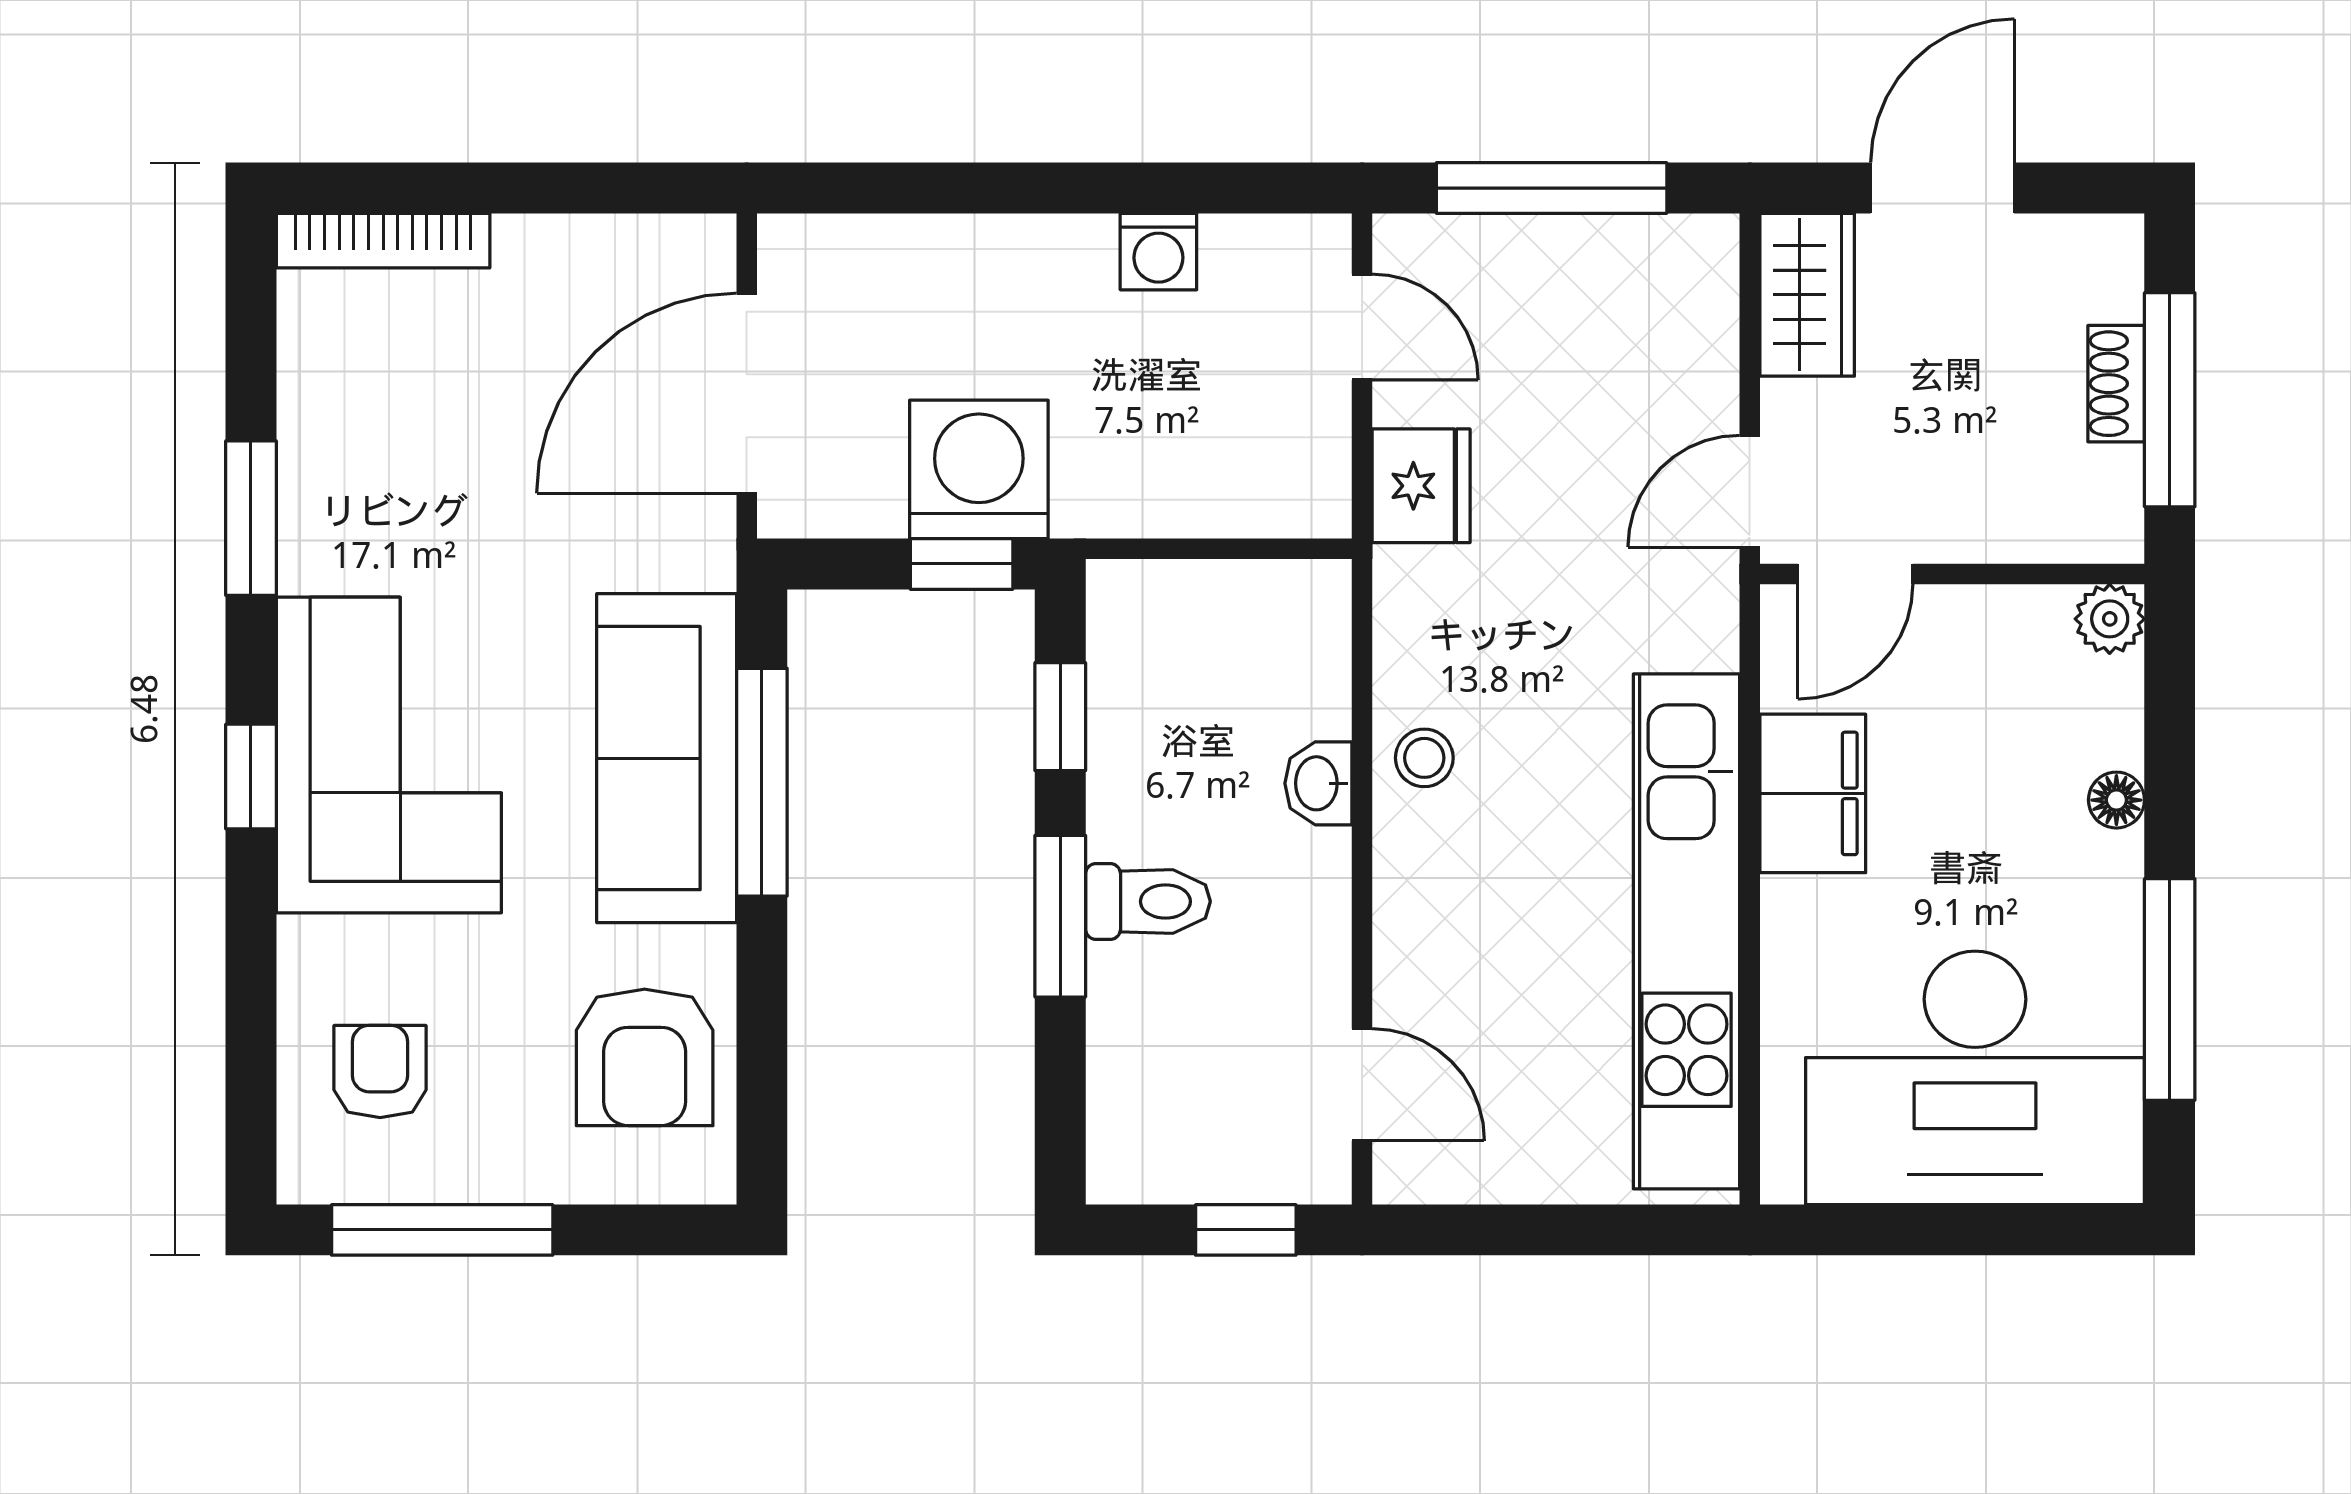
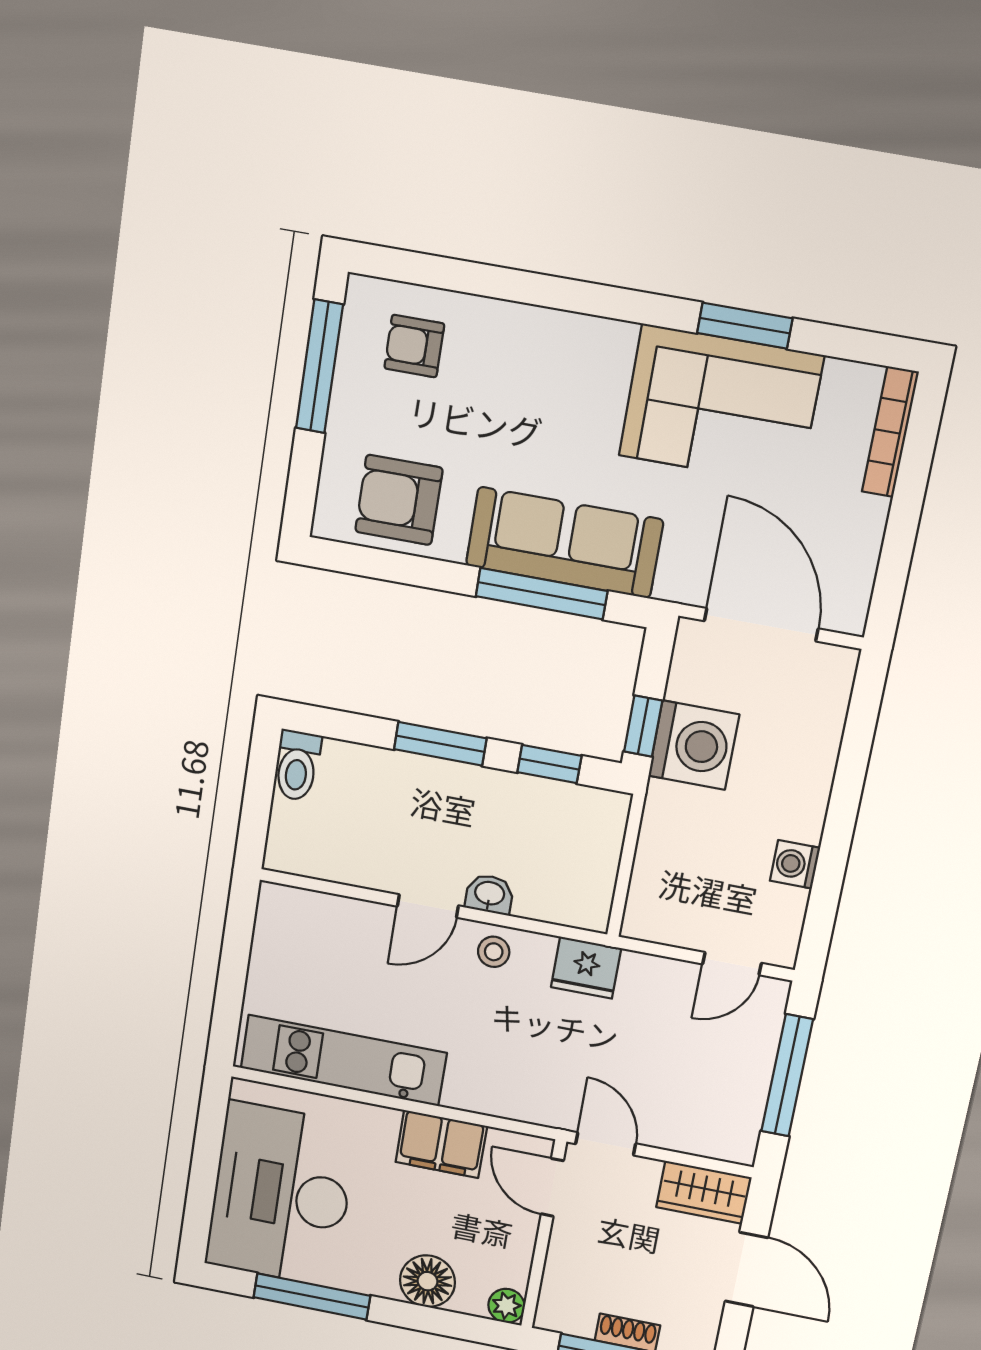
fridge: (1421, 486) -> (586, 968), moved
corner sofa: (389, 755) -> (721, 406), moved
window: (251, 777) -> (595, 299), removed
floor lamp: (2116, 800) -> (427, 1281), width x1.89, depth x1.89
toilet: (1148, 901) -> (297, 766), moved
kitchen unit: (1687, 931) -> (343, 1060), width x0.73
armchair: (380, 1072) -> (414, 346), turned 180
door: (1362, 1085) -> (428, 906), moved
window: (1246, 1230) -> (256, 811), removed

